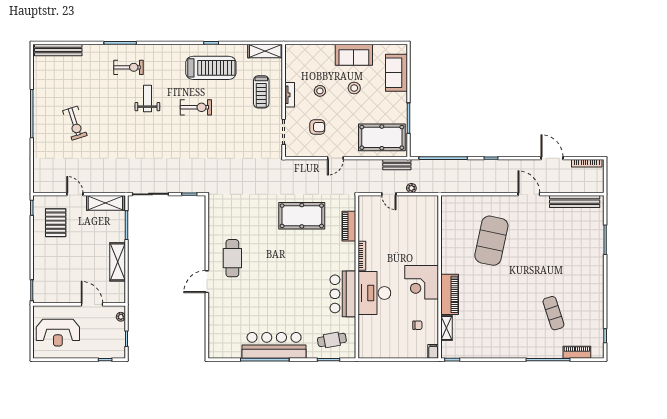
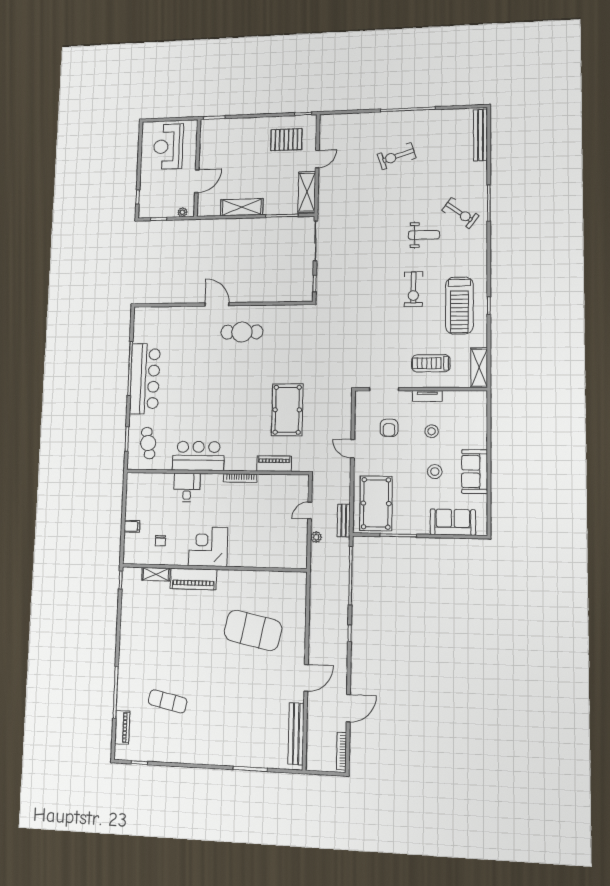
exercise bike: (128, 67) -> (460, 213), turned -54
desk: (374, 293) -> (187, 487), width x0.53, depth x0.77
exercise mat: (553, 313) -> (168, 701), turned 30
filing cabinet: (433, 351) -> (132, 526), moved

